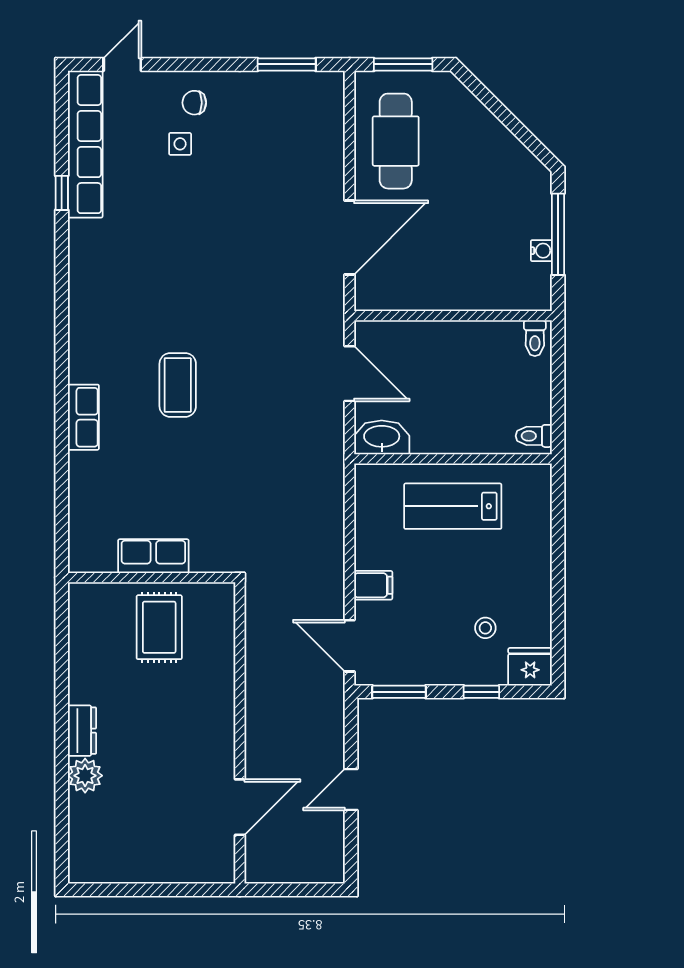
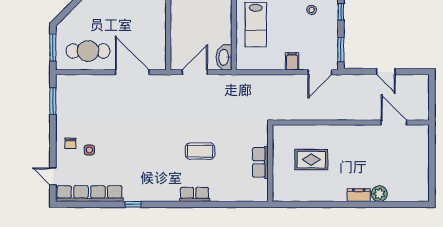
window: (62, 193) -> (133, 204), moved
row of seats: (83, 417) -> (195, 194), moved
row of seats: (153, 556) -> (260, 162), moved
wall: (152, 578) -> (270, 163), moved

